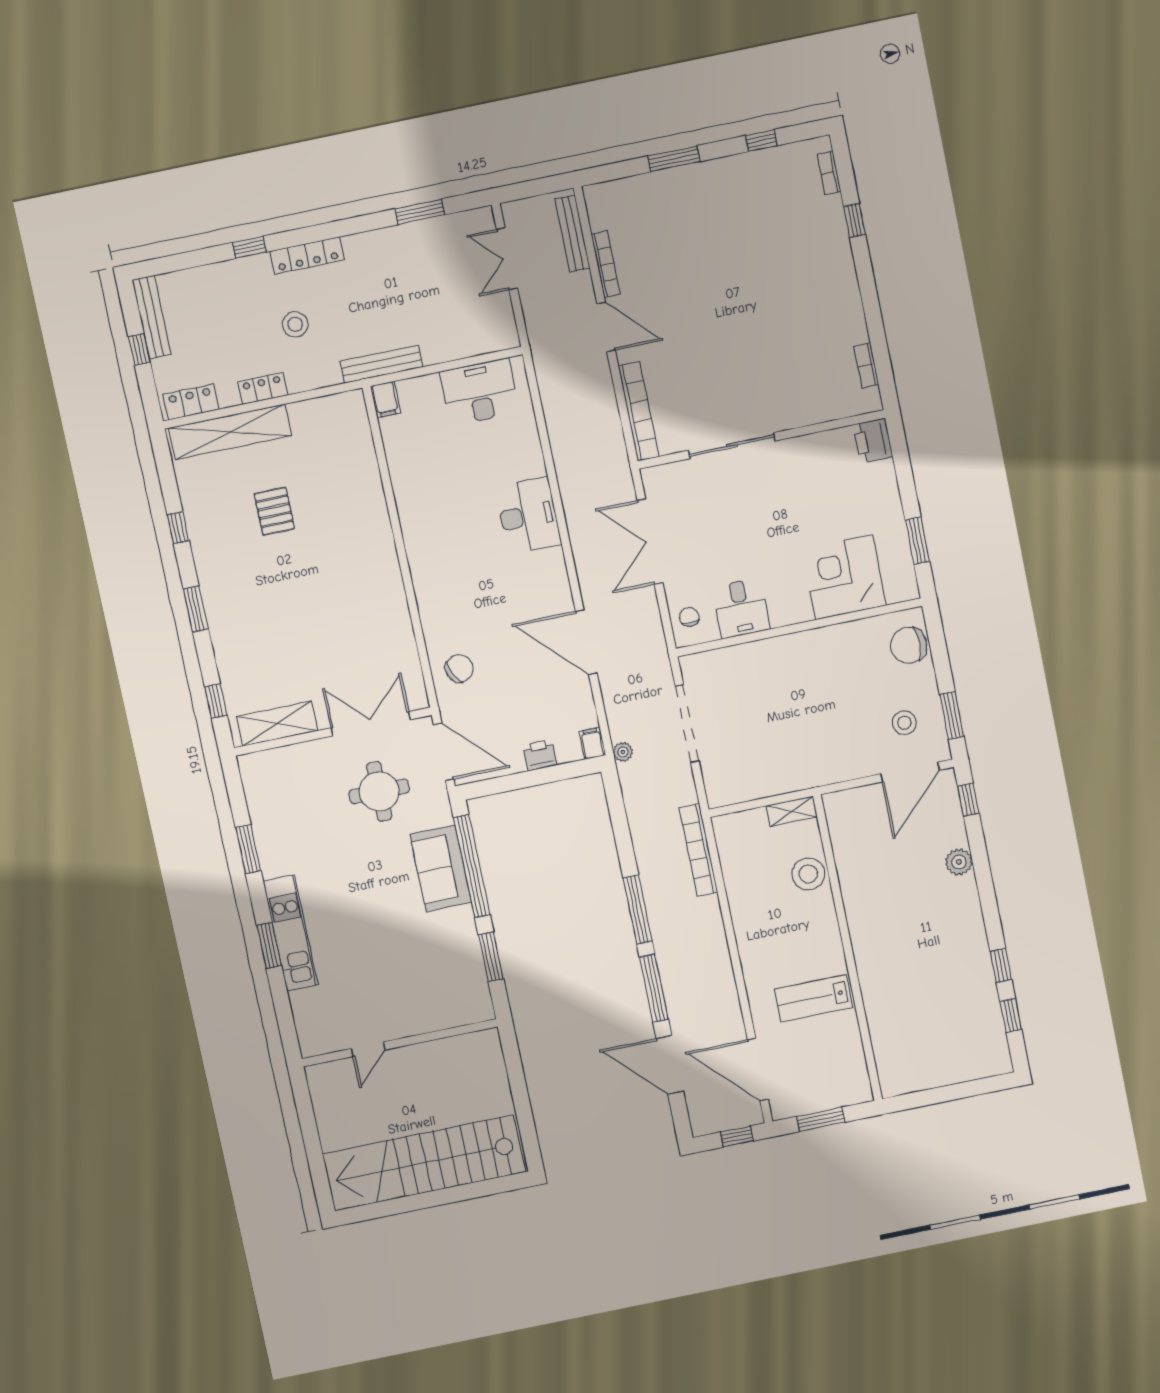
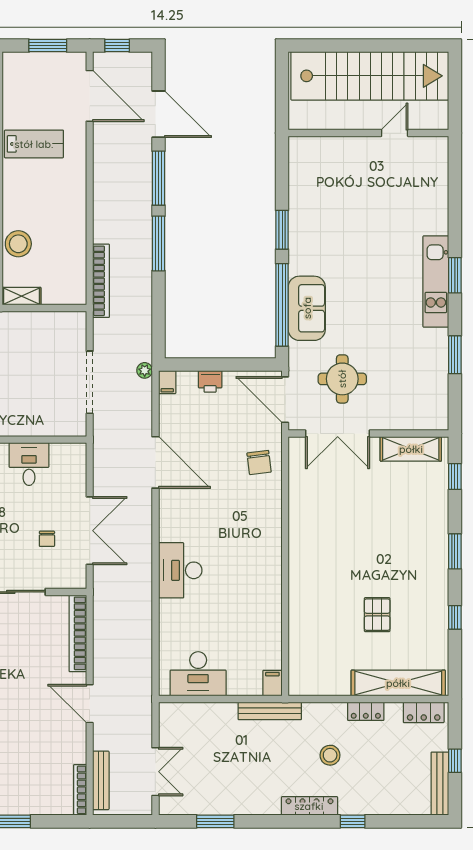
bookcase: (606, 264) -> (80, 790), moved
chair: (689, 617) -> (47, 539), moved
chair: (459, 668) -> (259, 463), turned -72
wall: (400, 1043) -> (368, 133), moved
door: (368, 1049) -> (395, 133), moved

